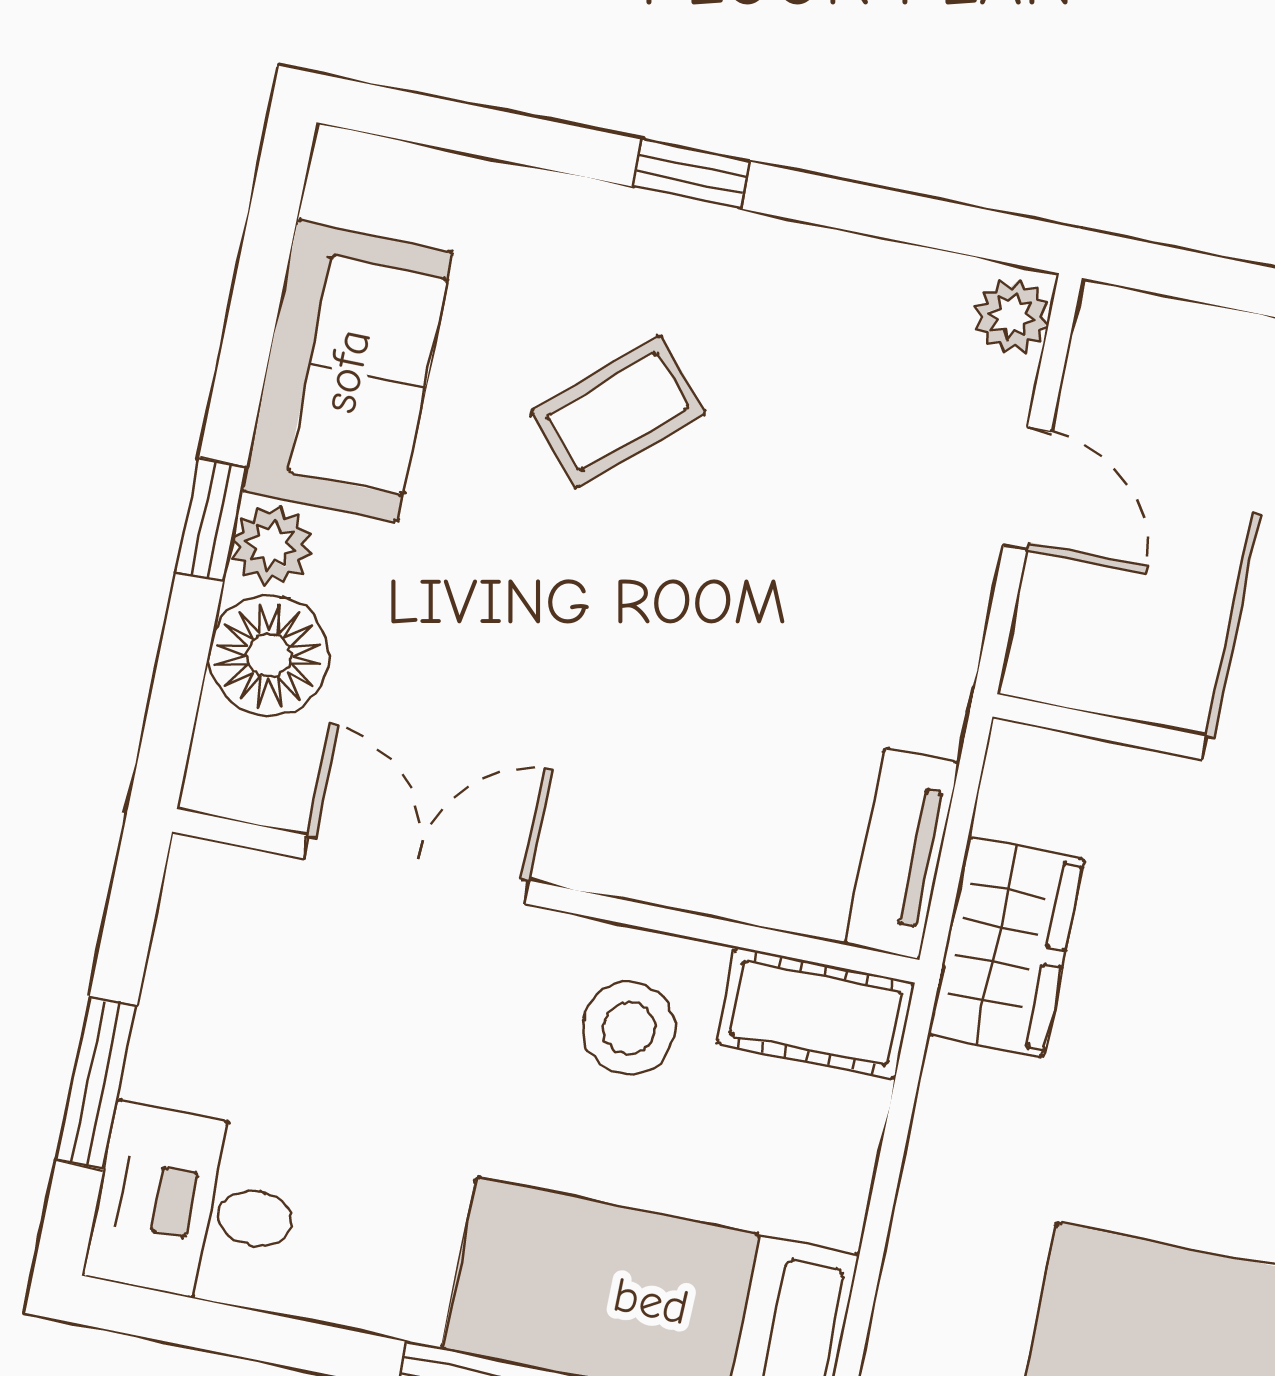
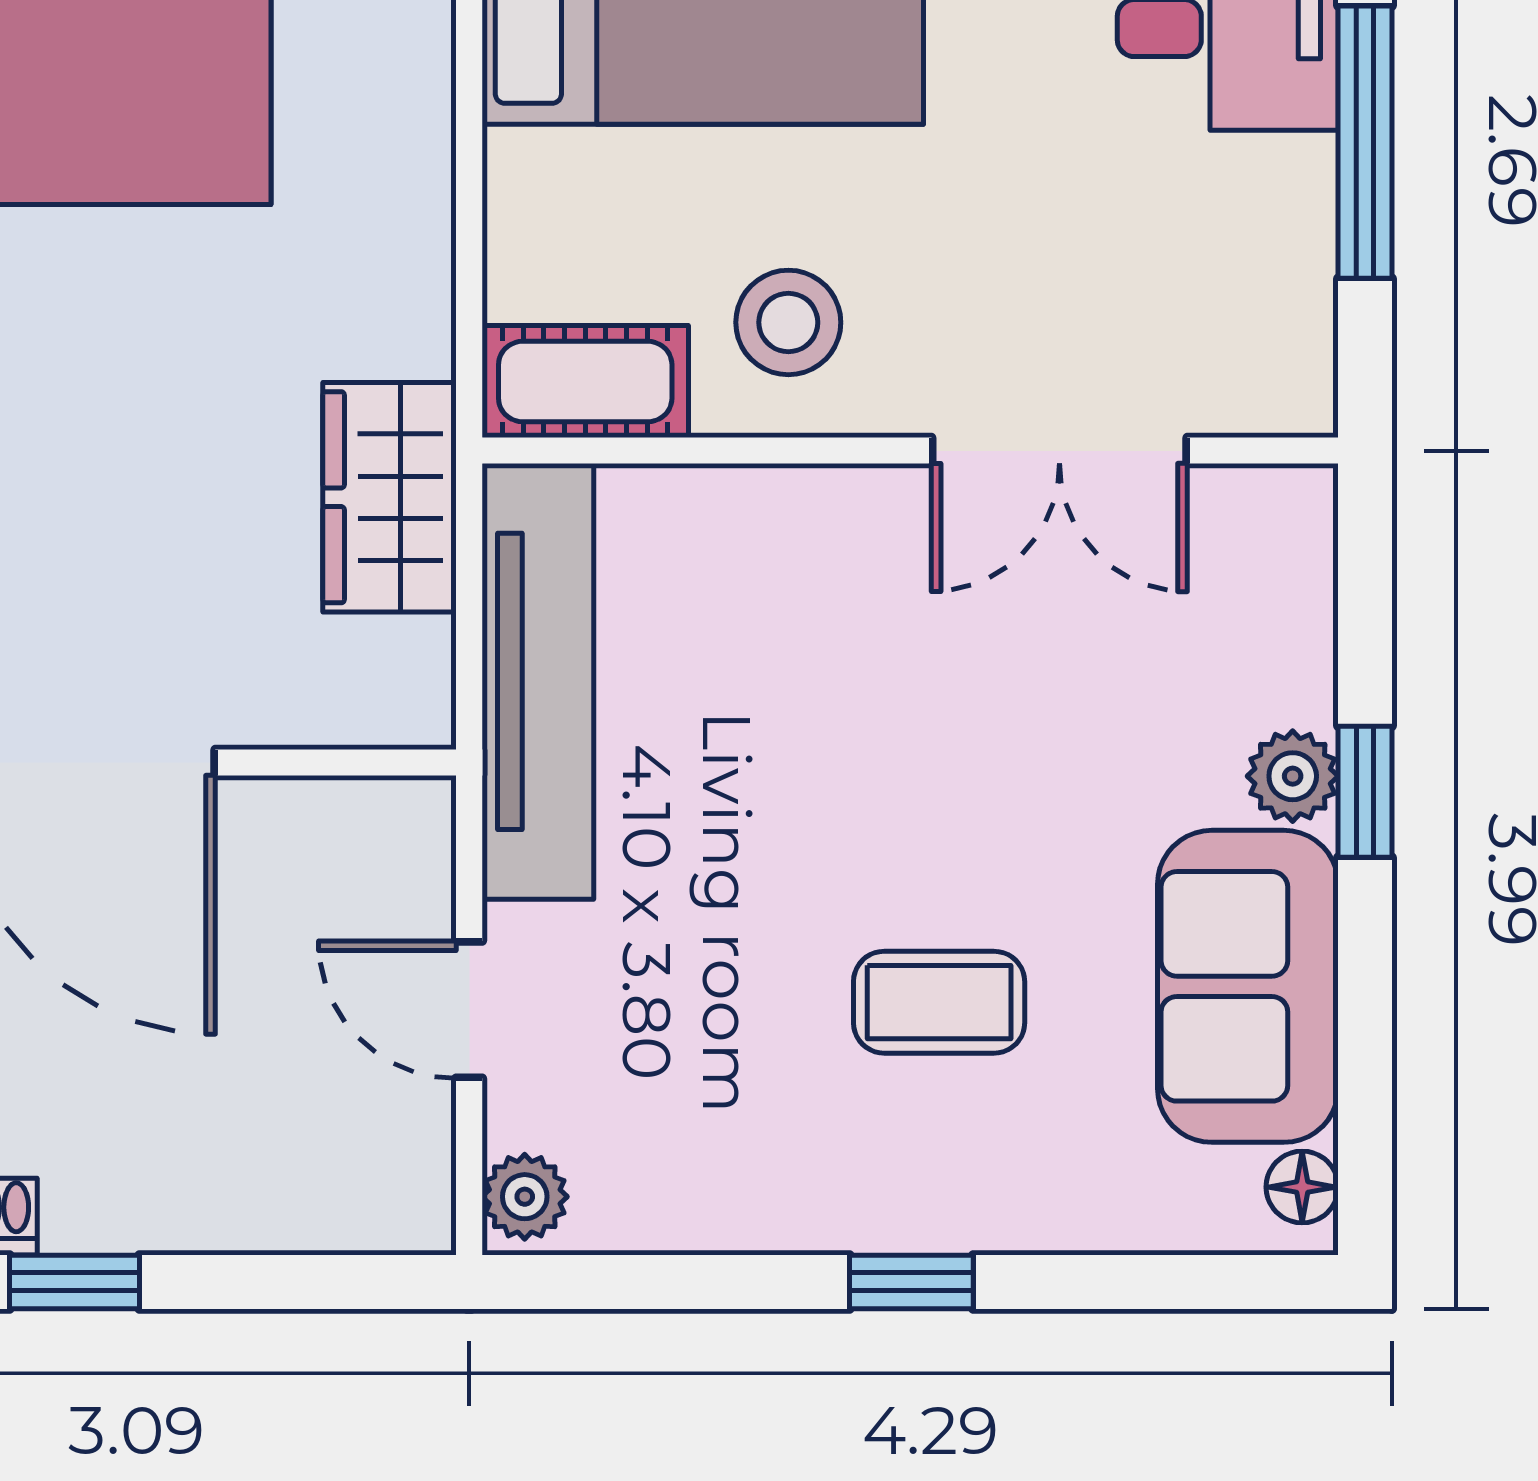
coffee table: (618, 412) -> (939, 1002), turned 42
floor lamp: (269, 655) -> (1302, 1187), moved, width x0.53, depth x0.53
tv unit: (902, 854) -> (538, 681), width x1.92, depth x1.29
window: (97, 1083) -> (1365, 142), width x1.44

